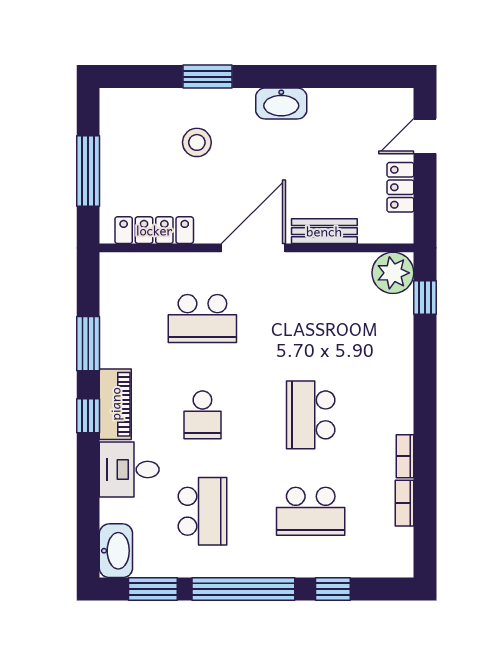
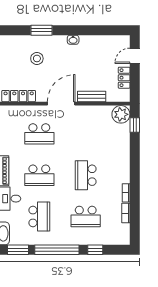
washbasin: (281, 103) -> (73, 40), width x0.52, depth x0.69
school desk: (202, 415) -> (39, 175), width x1.85

